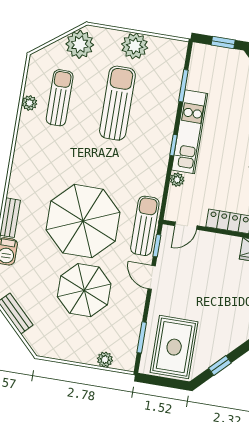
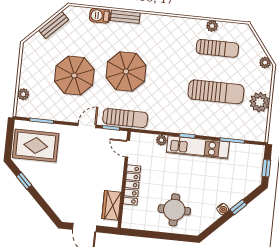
plant: (80, 44) -> (265, 63), width x0.53, depth x0.53
parasol: (83, 221) -> (126, 71), width x0.73, depth x0.73

